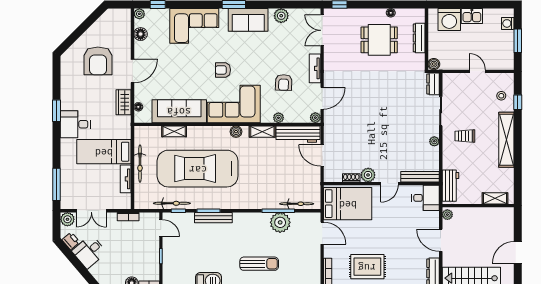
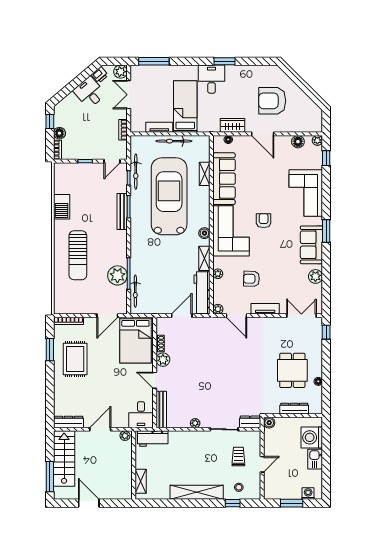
trolley: (465, 136) -> (238, 457), moved
sun lounger: (259, 264) -> (78, 255), width x1.36, depth x1.34

